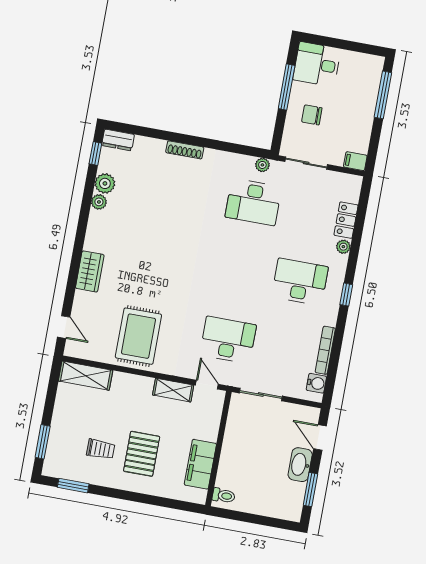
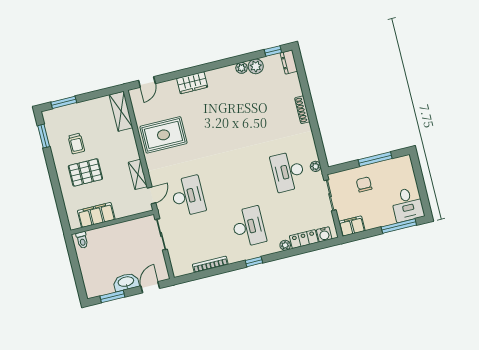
desk: (317, 64) -> (407, 204), moved, turned 180
filing cabinet: (355, 161) -> (352, 226), width x2.00
water cooler: (316, 383) -> (324, 234), moved

